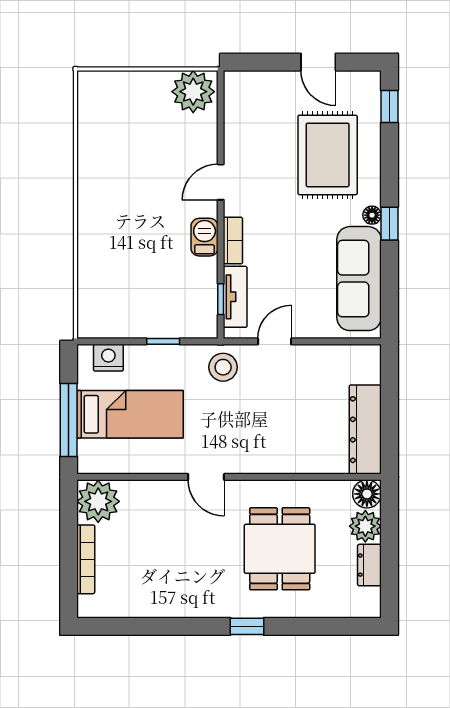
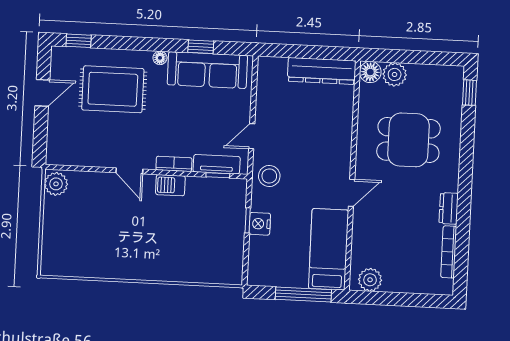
plant: (193, 92) -> (56, 184), width x0.73, depth x0.73
window: (389, 224) -> (201, 47), moved
door: (275, 341) -> (252, 136), hinge flipped
nightstand: (108, 358) -> (260, 224), moved
bed: (130, 414) -> (328, 249), moved
plant: (98, 501) -> (370, 280), width x0.73, depth x0.73
bookcase: (86, 559) -> (449, 252), moved, turned -90
dresser: (369, 565) -> (449, 208), moved, turned 90
window: (247, 626) -> (469, 93), moved

